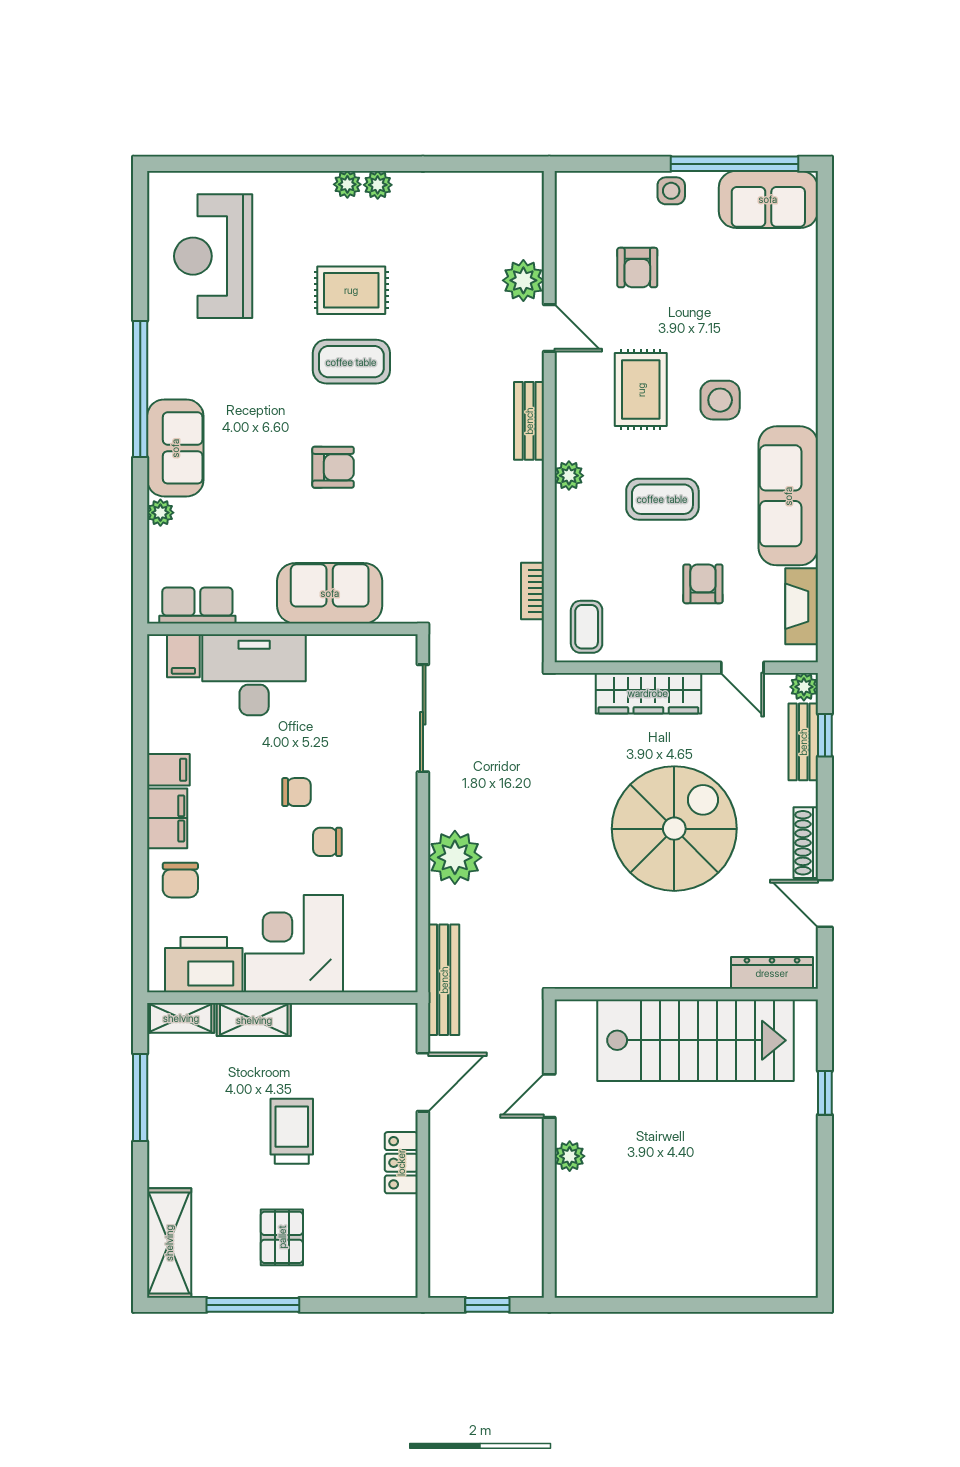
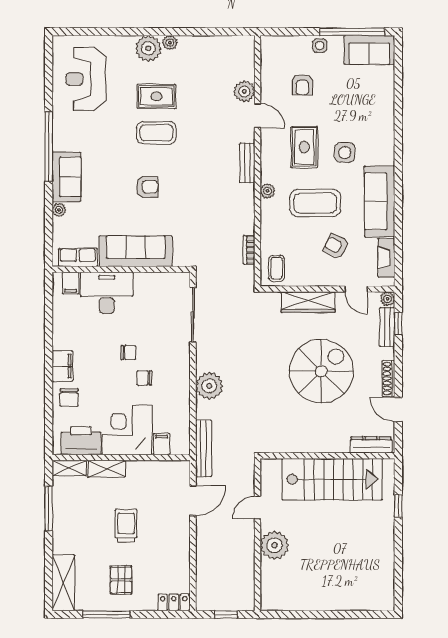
plant: (347, 184) -> (148, 48), width x1.88, depth x1.88
coffee table: (662, 499) -> (315, 203), width x1.36, depth x1.32
armchair: (703, 584) -> (336, 246), turned -64
sofa: (330, 593) -> (136, 251), width x1.36
filing cabinet: (168, 770) -> (162, 444), moved, turned -90
plant: (570, 1156) -> (275, 545), width x1.87, depth x1.87
locker: (401, 1163) -> (174, 602), moved, turned 90

